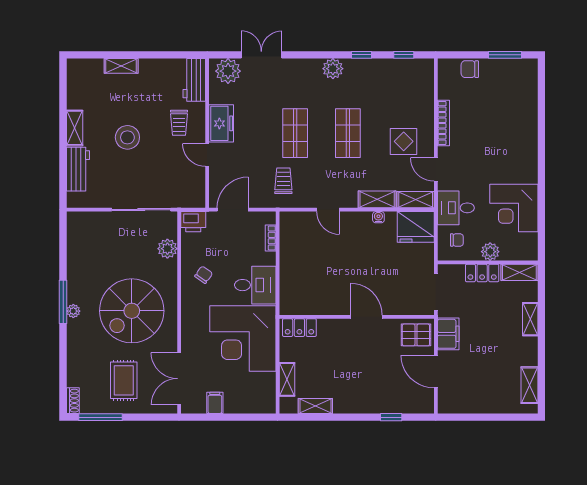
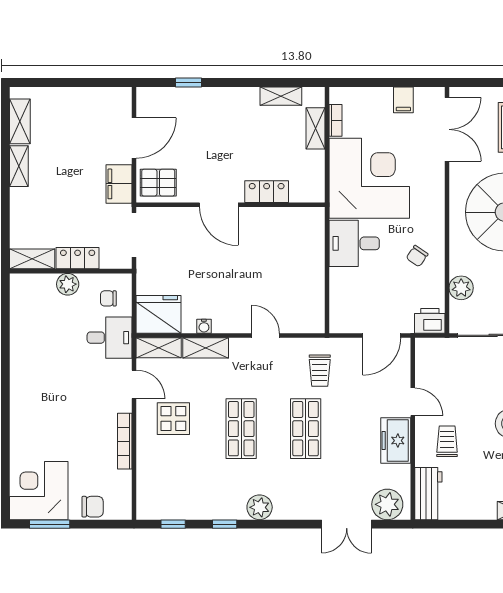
corner desk: (514, 208) -> (39, 491), moved, turned -90
bookcase: (271, 238) -> (335, 120), moved
shelving: (530, 319) -> (19, 166), moved
locker: (299, 328) -> (267, 192), moved
door: (436, 372) -> (134, 138), hinge flipped

